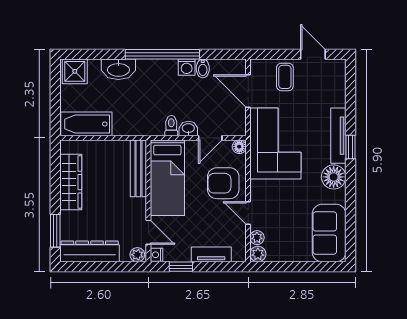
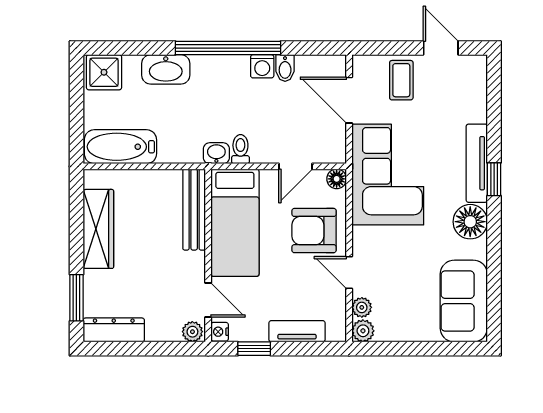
washbasin: (188, 129) -> (216, 153), moved
dresser: (90, 251) -> (114, 330), width x0.73, depth x0.80

